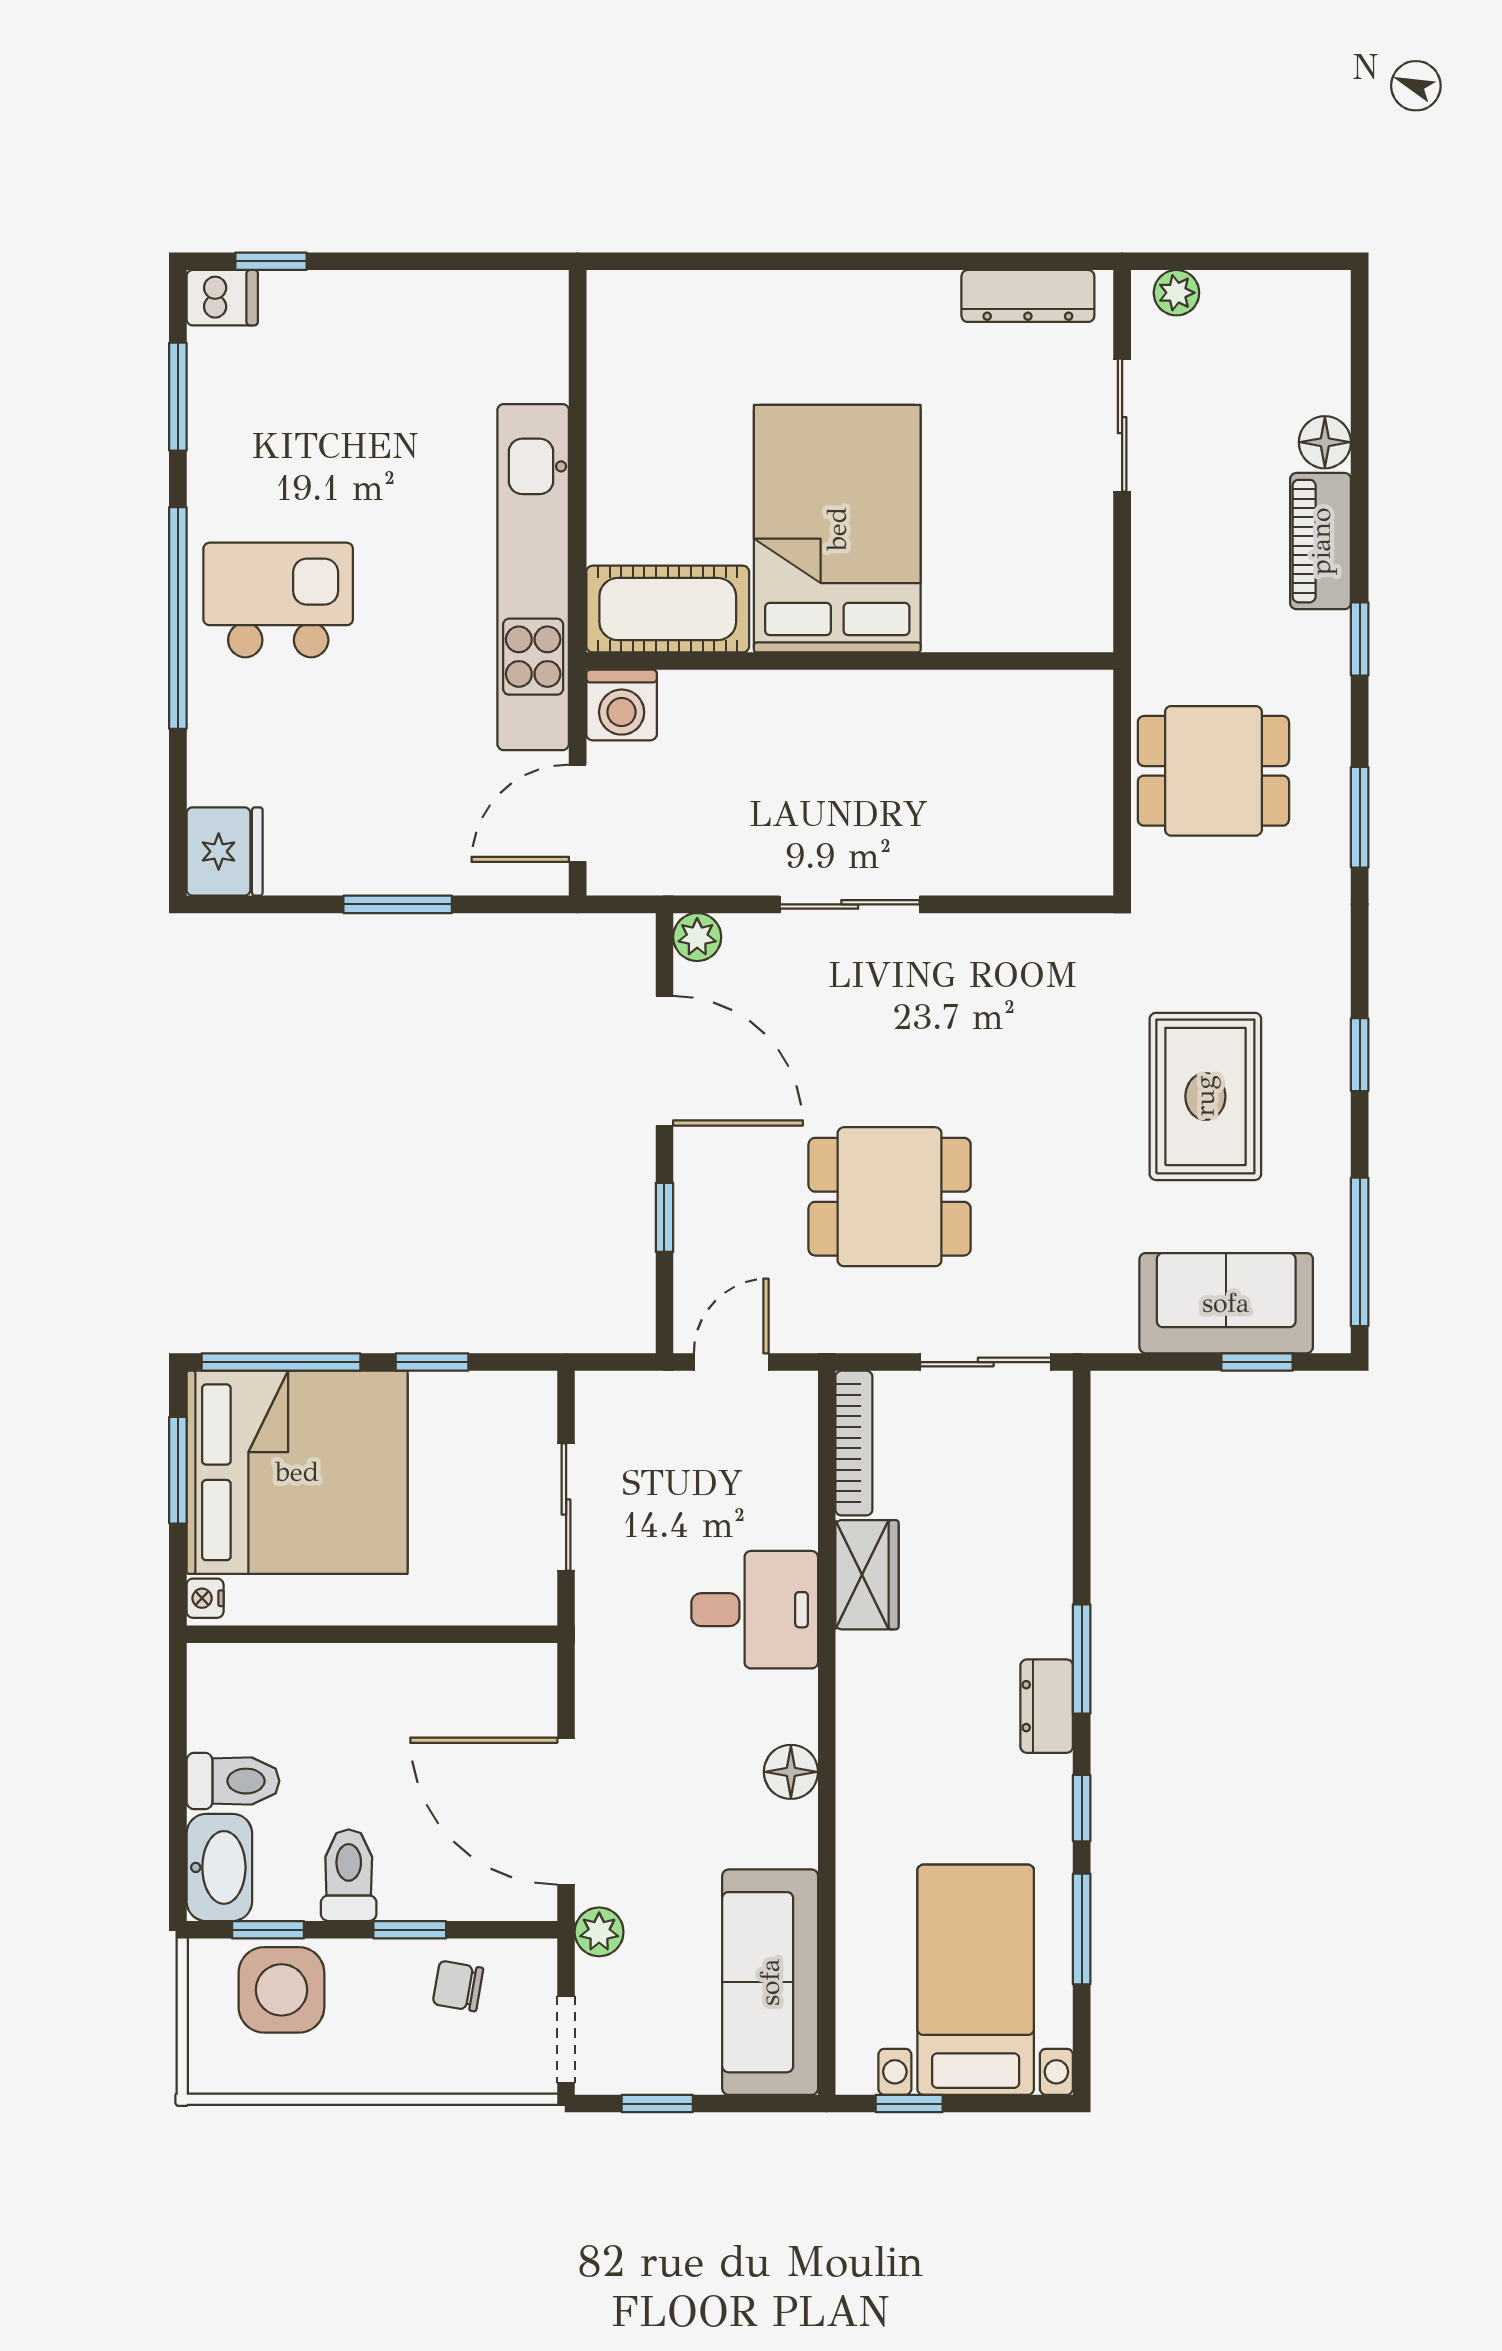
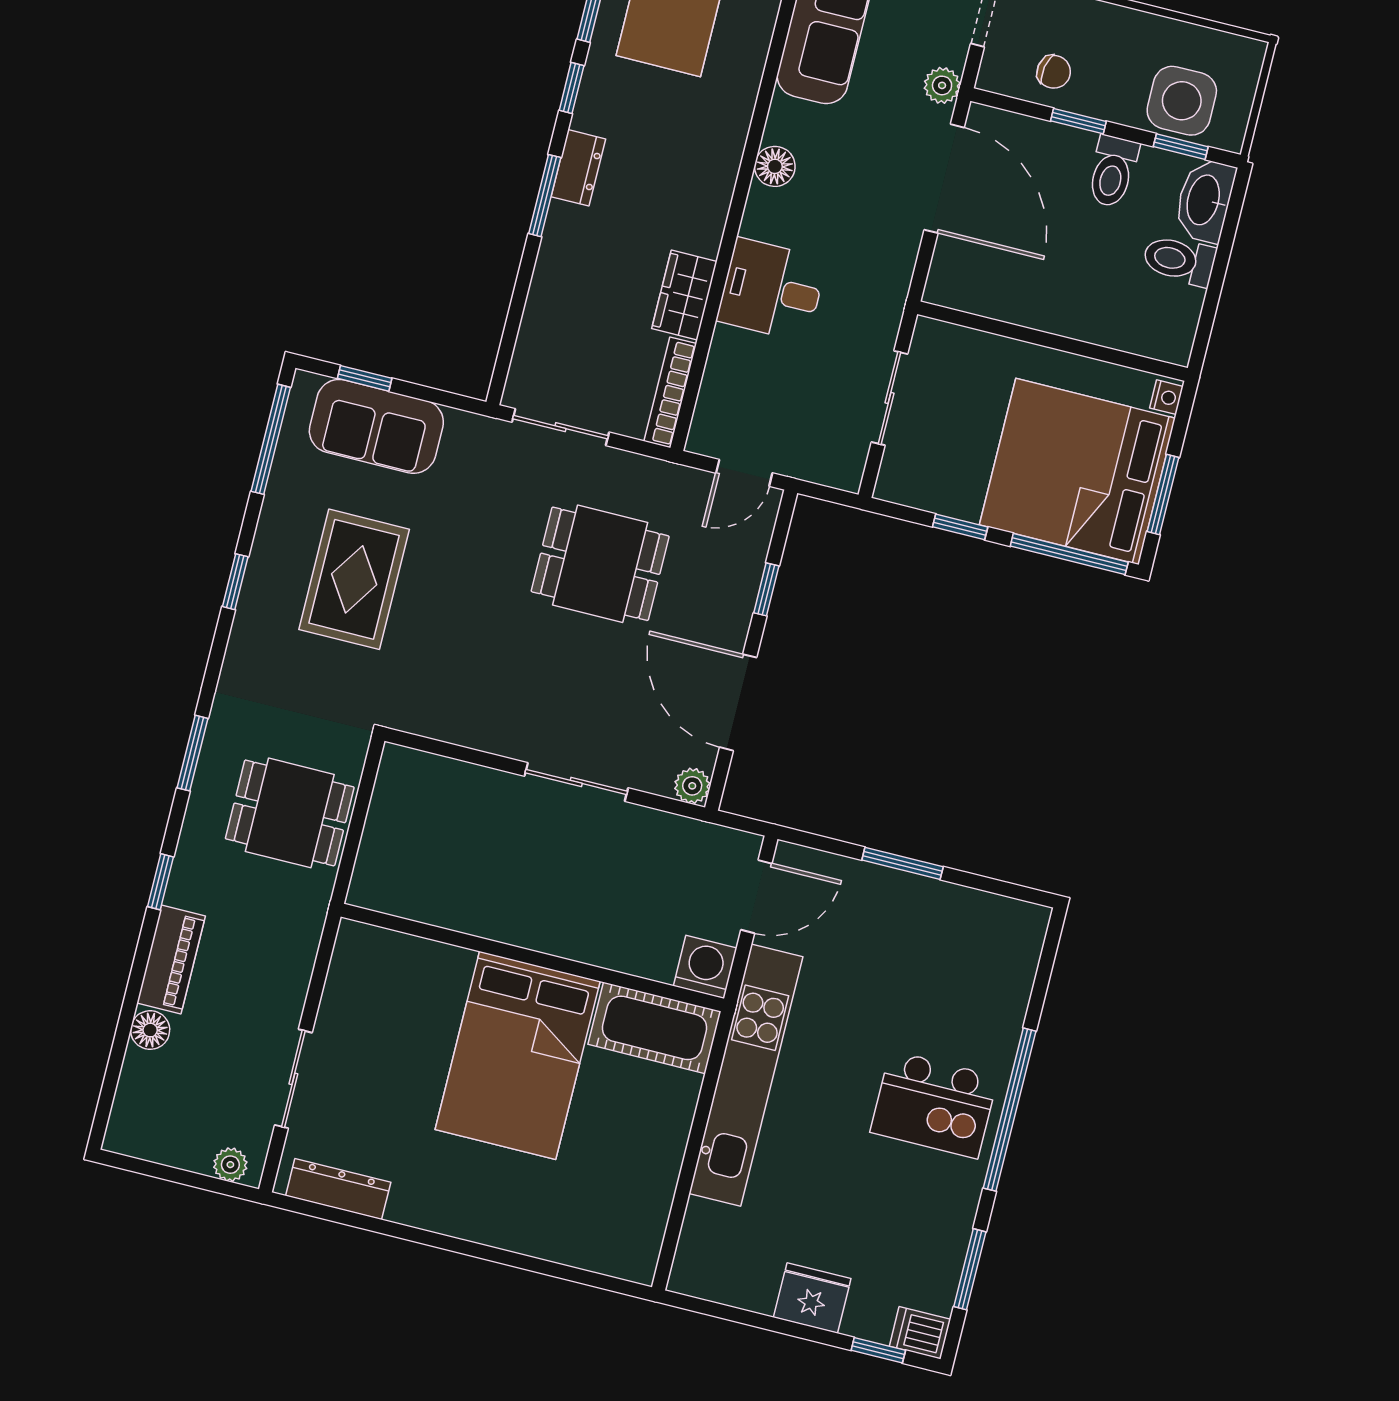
fridge: (225, 851) -> (812, 1298), moved, turned 90

